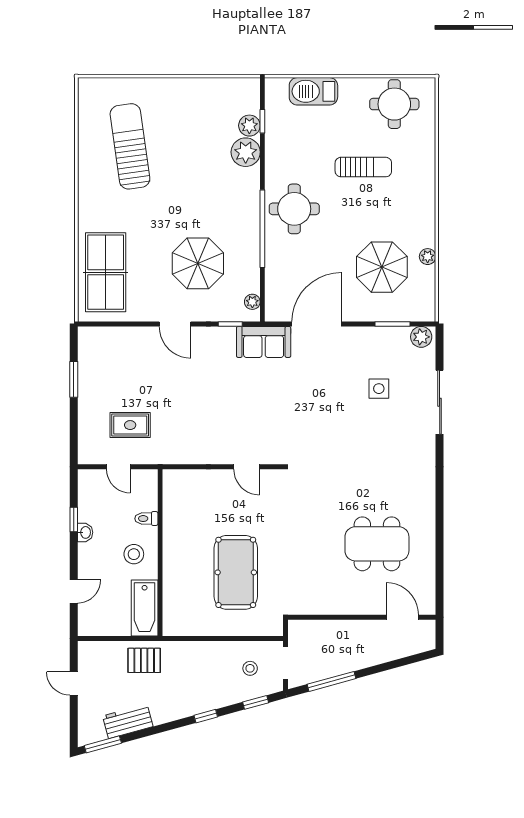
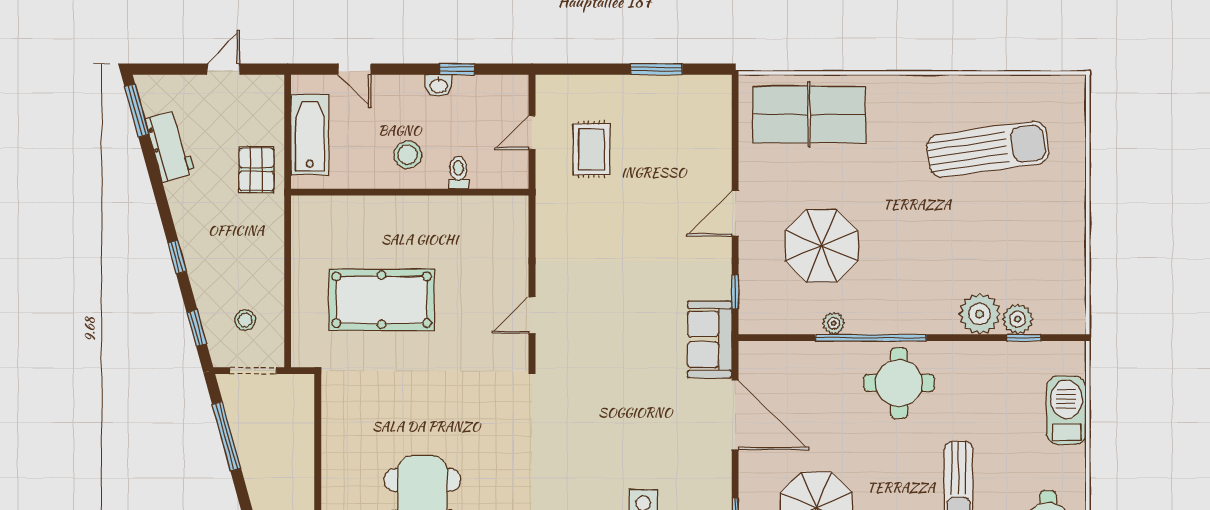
plant: (252, 302) -> (834, 323), moved
bathtub: (145, 608) -> (310, 135), moved, turned 90

